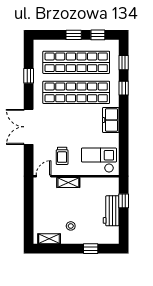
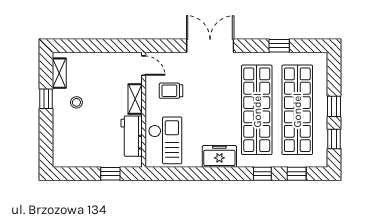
workbench: (111, 211) -> (132, 136), moved, turned -90
window: (91, 249) -> (46, 99), moved

